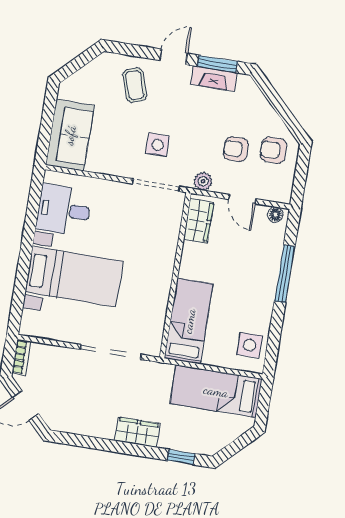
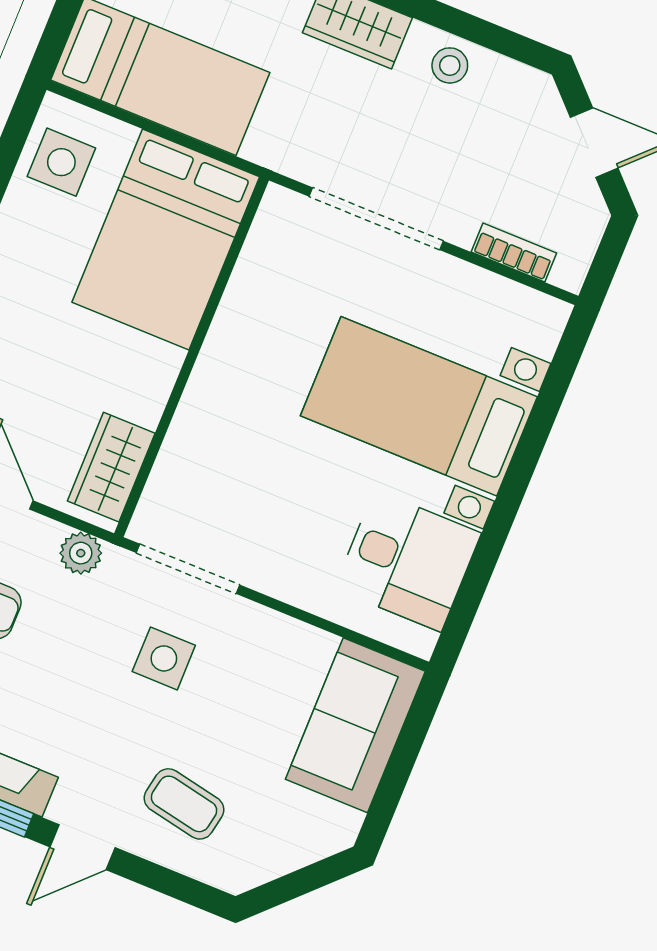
coffee table: (135, 85) -> (184, 804), turned -60
bed: (189, 321) -> (166, 240), width x1.50
bookcase: (21, 357) -> (514, 252), moved, turned 90
stool: (94, 424) -> (450, 65), added

